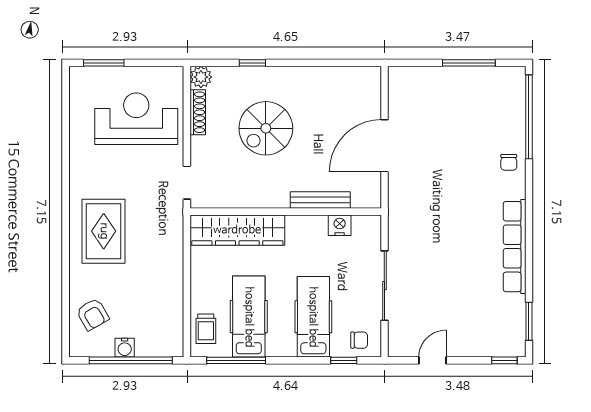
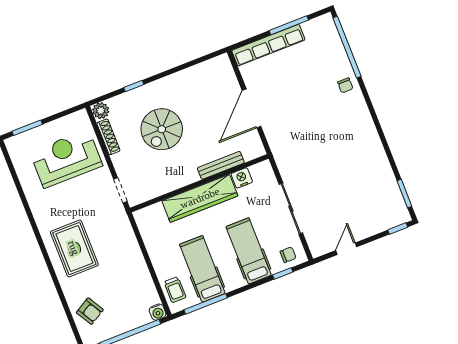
wardrobe: (237, 230) -> (200, 198), moved
row of seats: (515, 247) -> (268, 45), moved, turned -90
water cooler: (125, 348) -> (158, 312), moved

